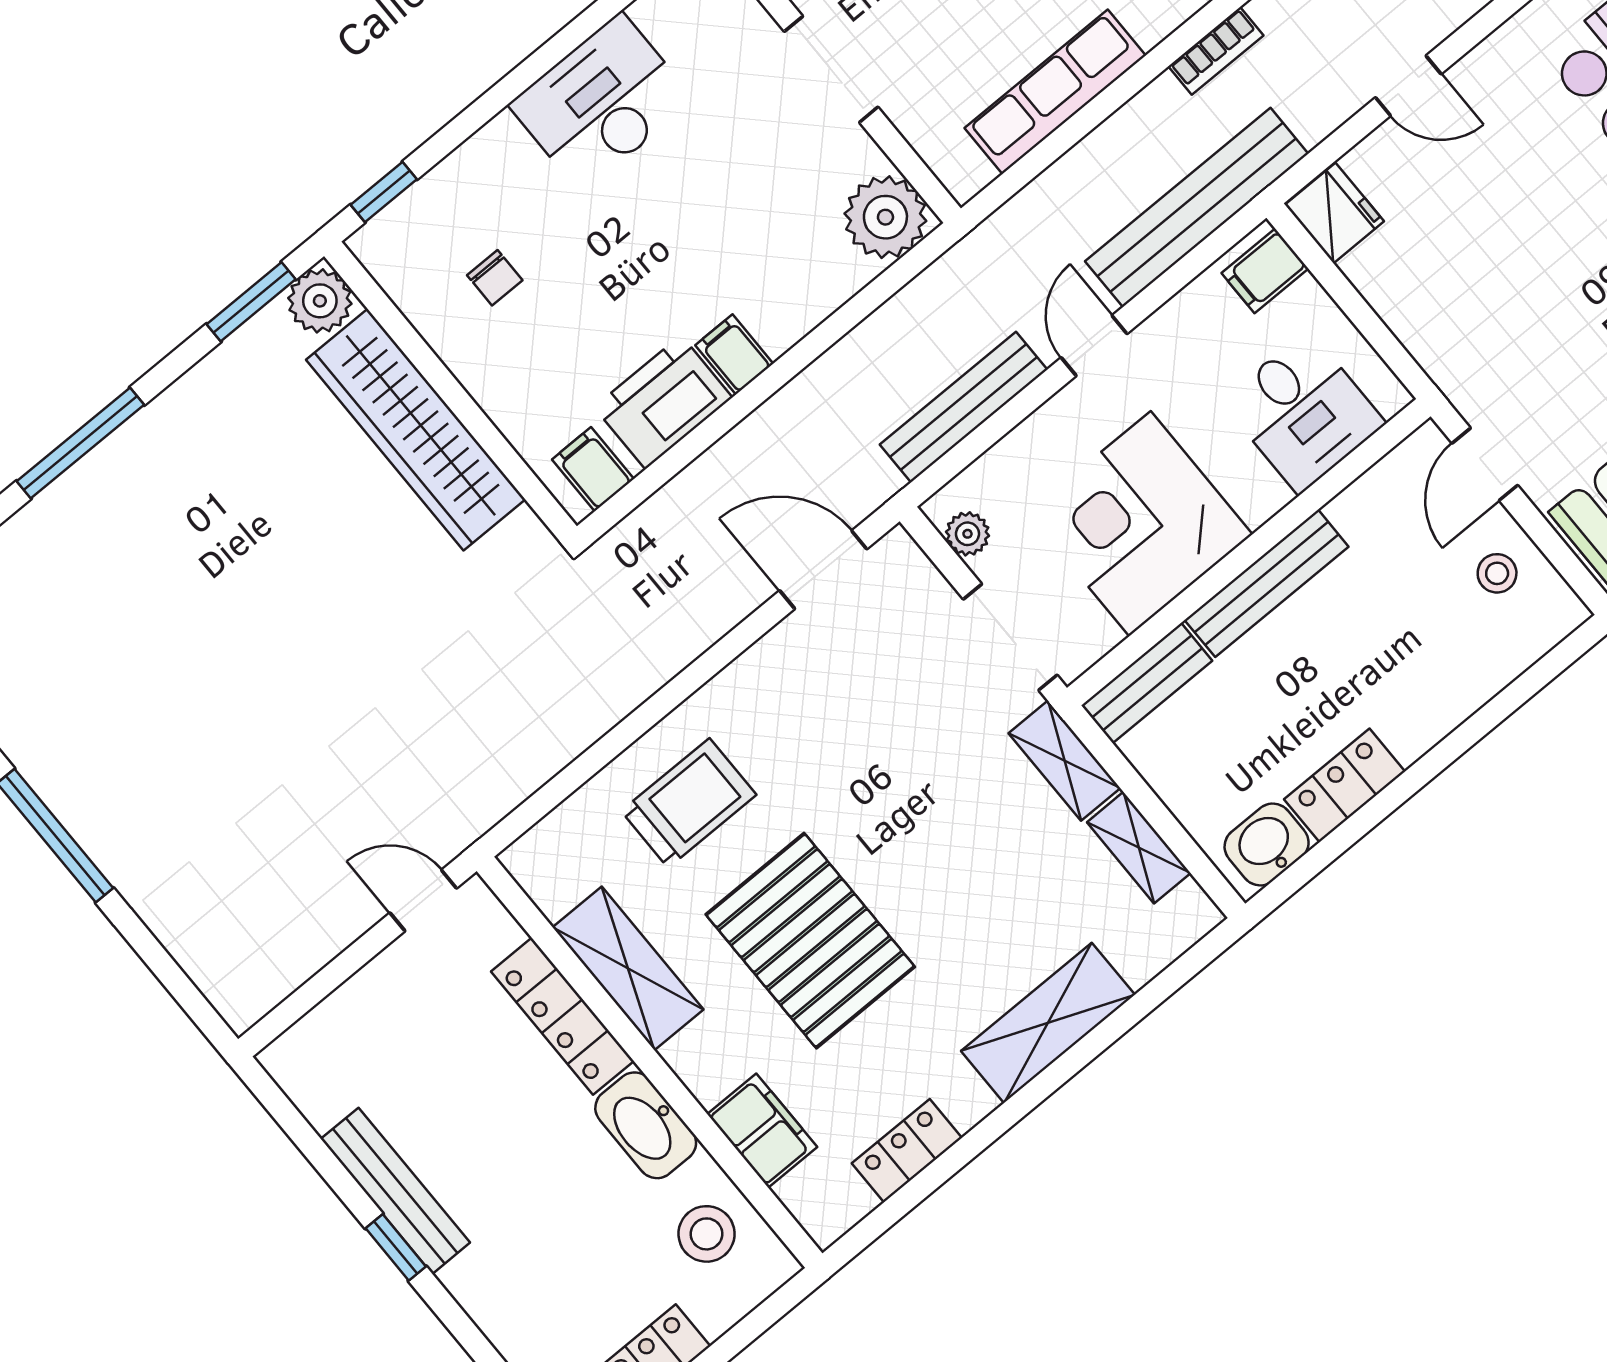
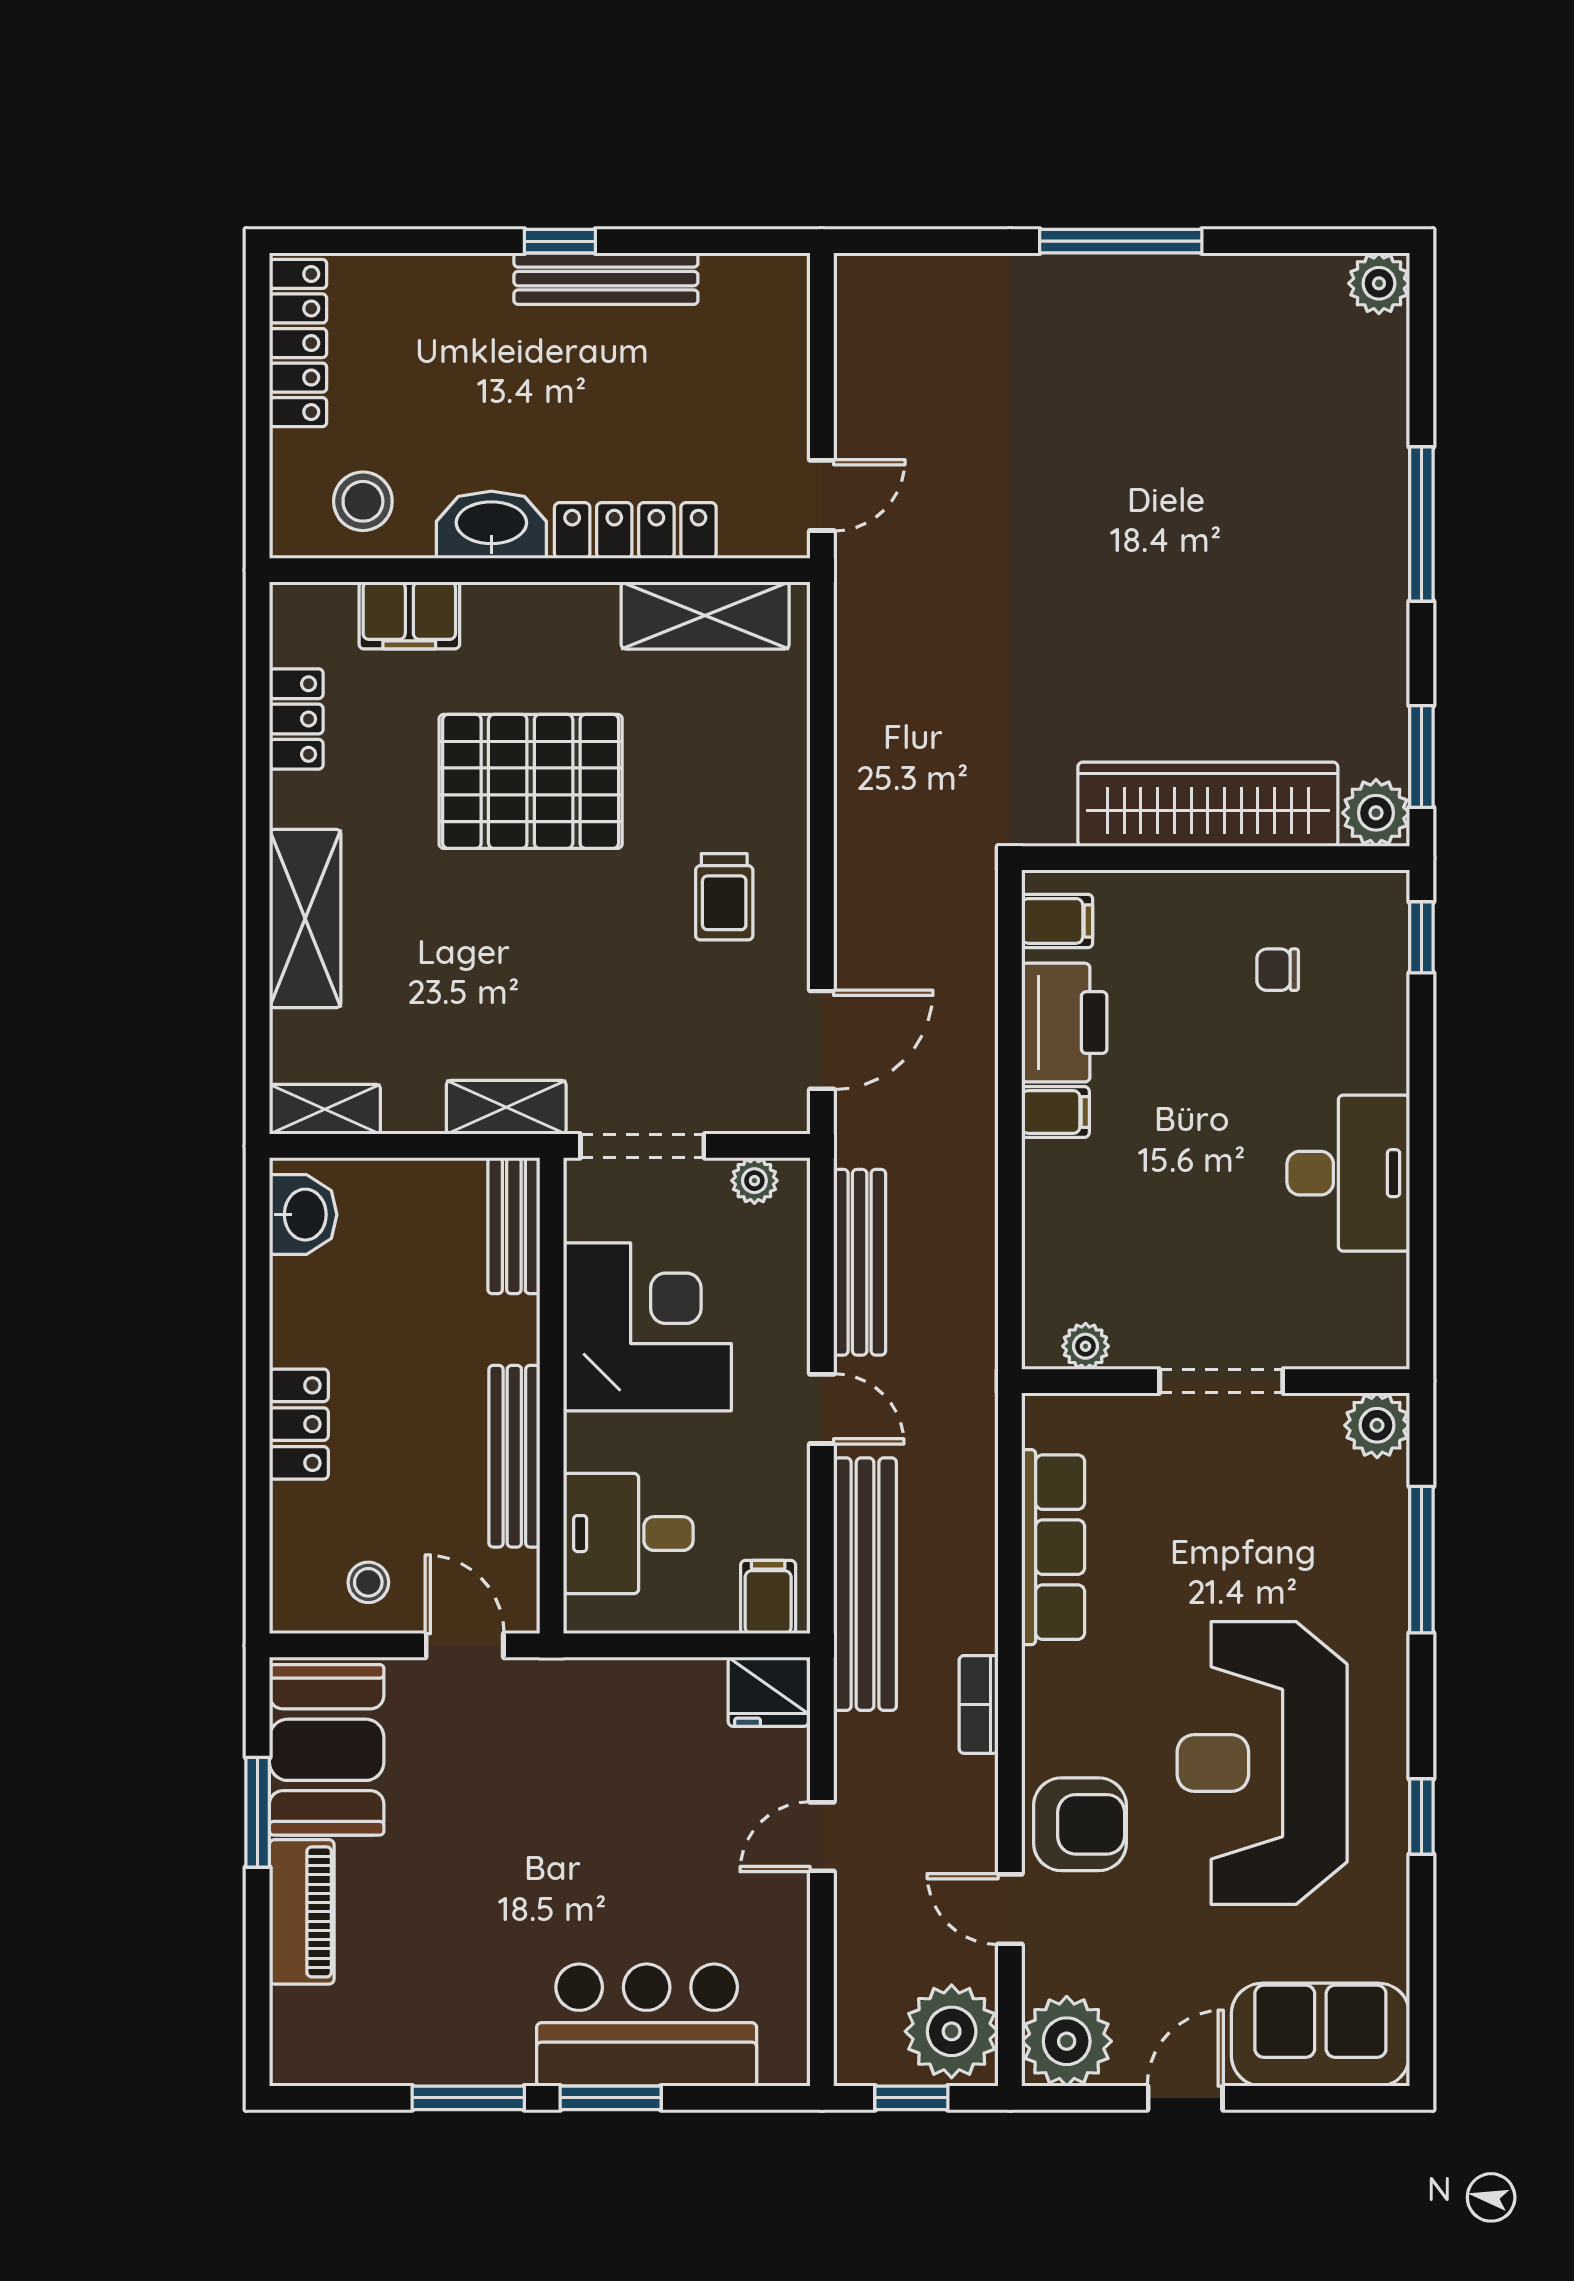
plant: (885, 217) -> (1086, 1346), width x0.53, depth x0.53
bench: (1267, 583) -> (514, 1456), moved
locker: (1345, 785) -> (299, 1424), moved
trolley: (689, 803) -> (724, 897), moved, width x0.73, depth x0.72
shelving: (1139, 848) -> (325, 1109), moved
shelving: (628, 968) -> (705, 615), moved

